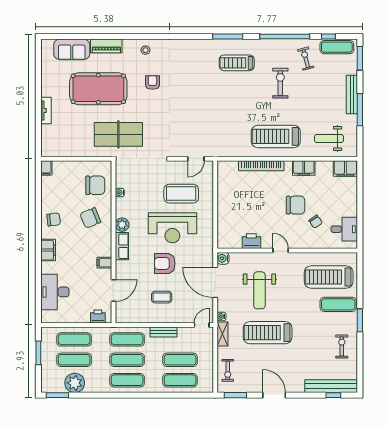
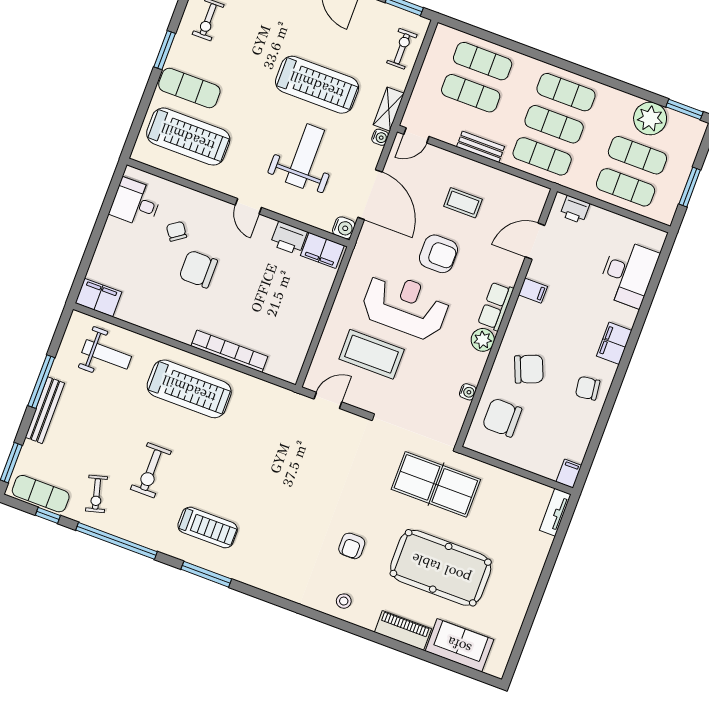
tv unit: (46, 111) -> (555, 512), moved
filing cabinet: (304, 168) -> (322, 250), moved, turned 180

